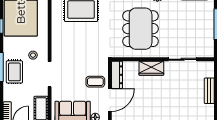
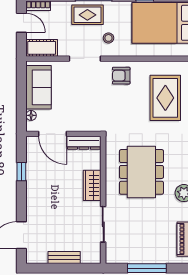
dining table: (141, 29) -> (141, 172), turned 90
armchair: (63, 45) -> (121, 76), added
coffee table: (95, 82) -> (75, 116), removed

